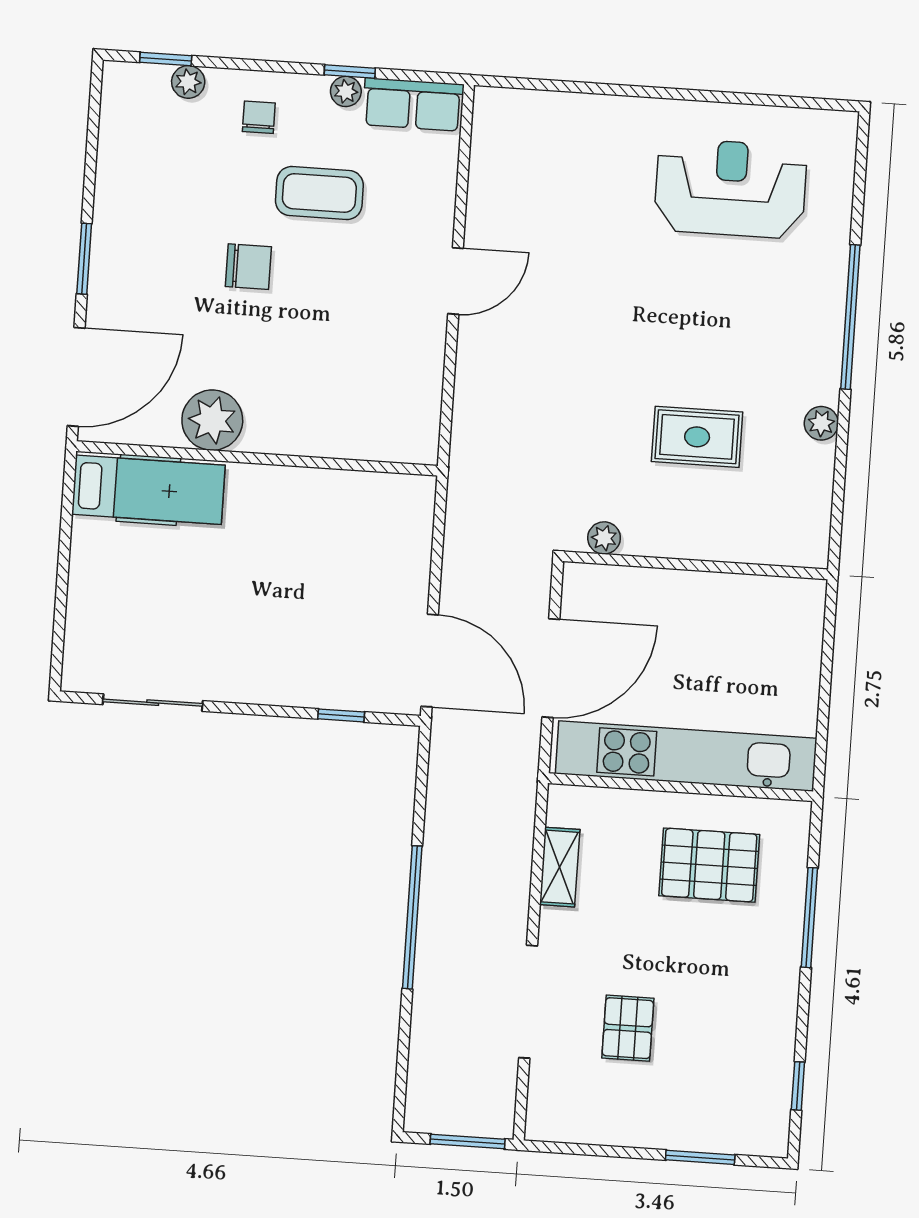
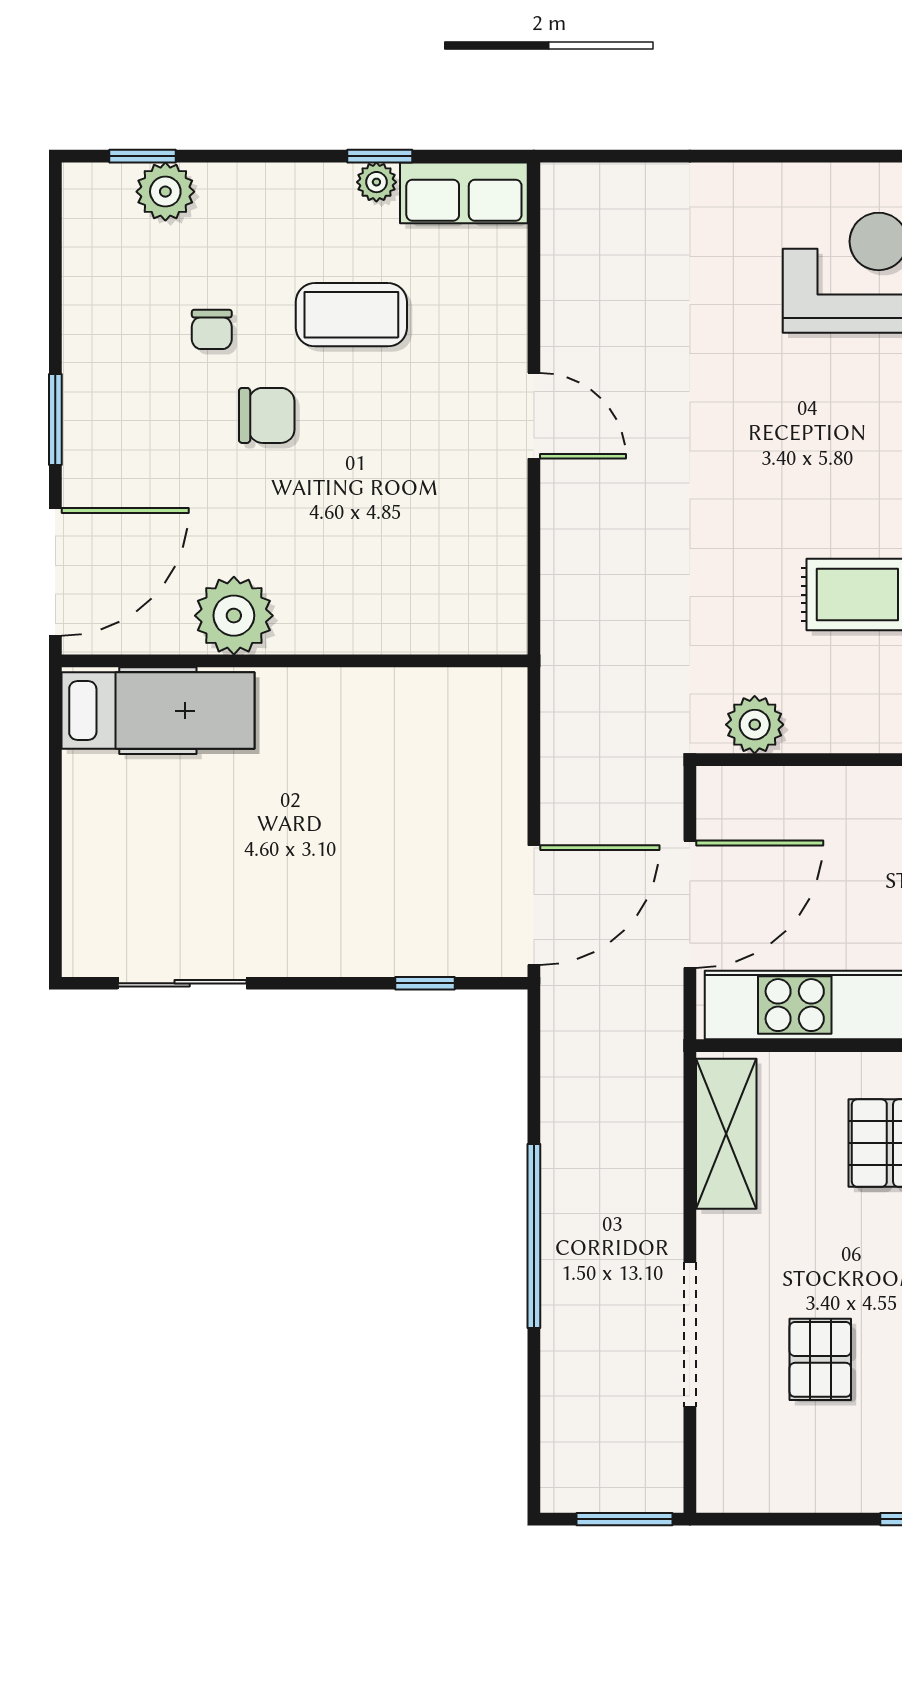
plant: (188, 82) -> (165, 192), width x1.38, depth x1.38
chair: (259, 117) -> (212, 329), moved, turned 180
door: (456, 281) -> (534, 416), hinge flipped
plant: (604, 538) -> (755, 725), width x1.38, depth x1.38
door: (430, 661) -> (534, 905), hinge flipped
shelving: (560, 867) -> (726, 1134), width x1.50, depth x1.33

